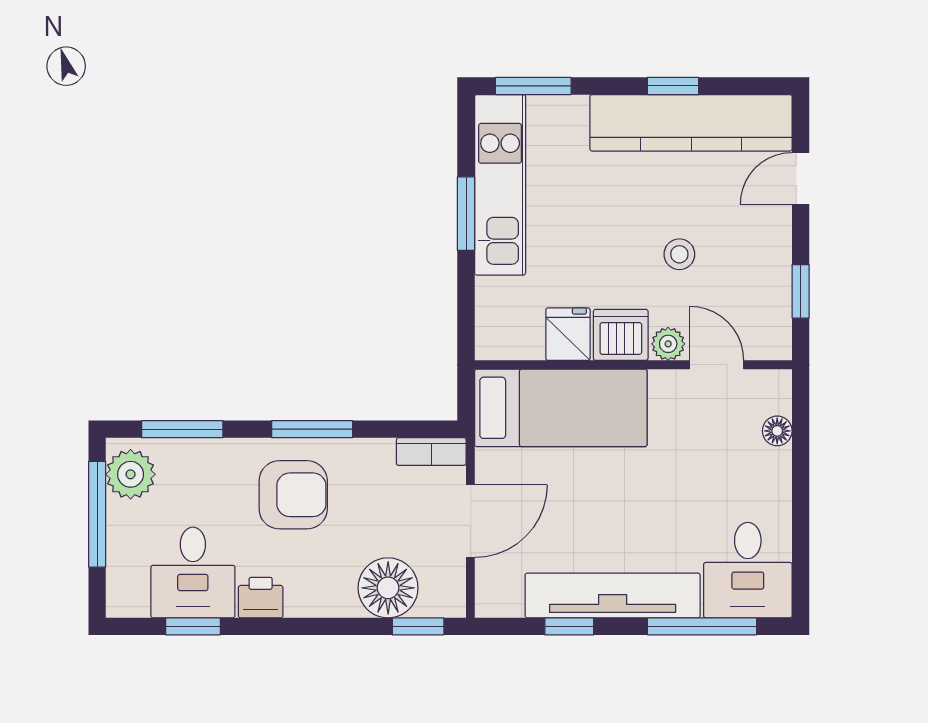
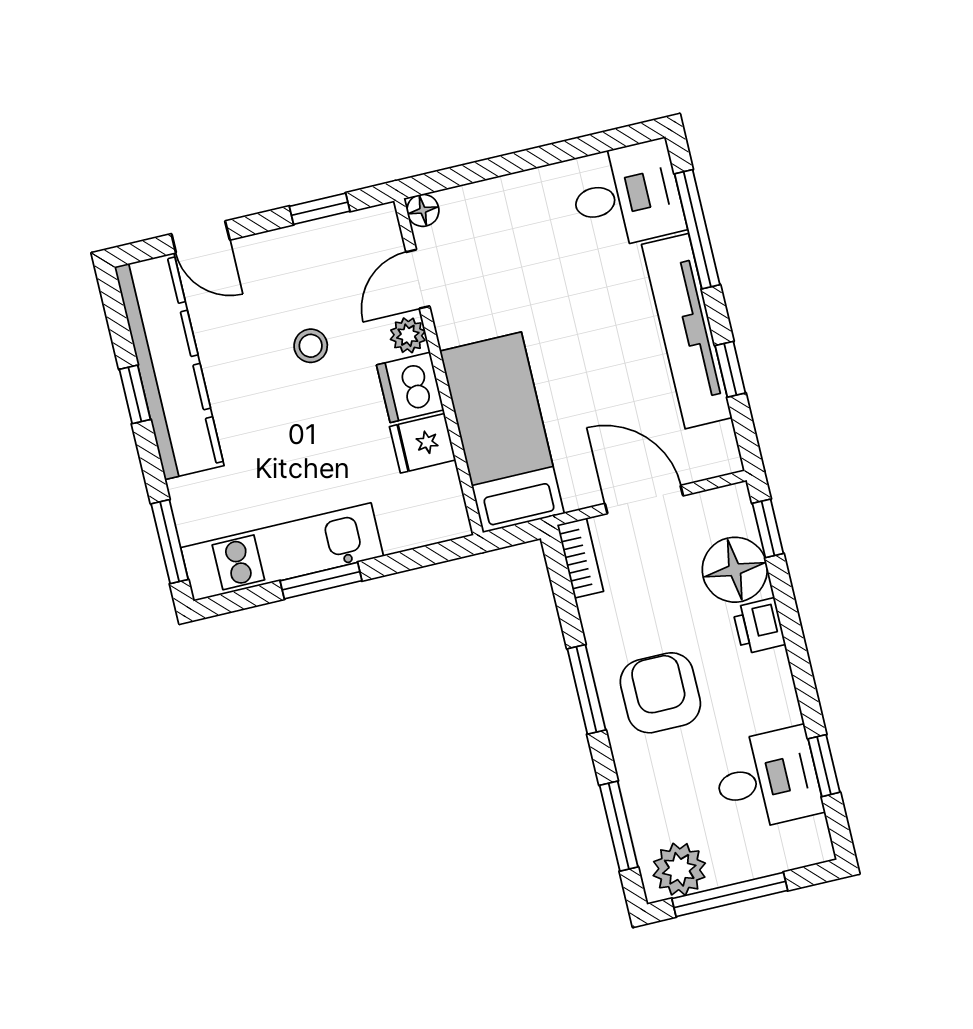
floor lamp: (777, 431) -> (423, 210), moved
printer: (261, 598) -> (759, 626), moved

